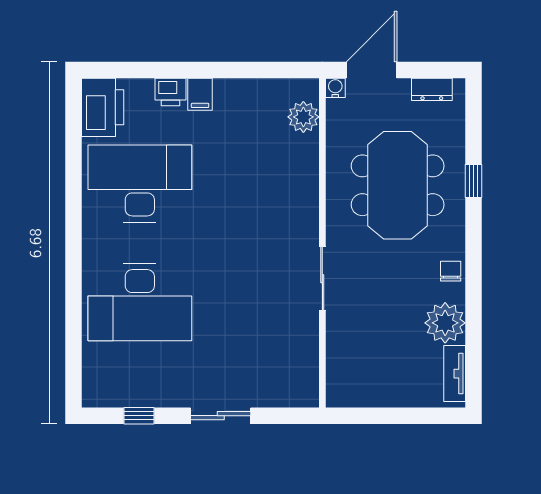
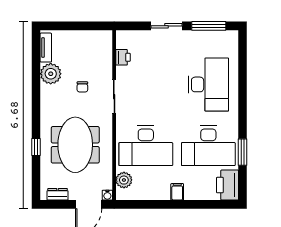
printer: (170, 92) -> (123, 57), moved, turned 90
window: (74, 171) -> (243, 152), added
desk: (261, 184) -> (146, 146), added
chair: (451, 271) -> (82, 87), moved
desk: (140, 302) -> (208, 84), turned 90
window: (139, 416) -> (209, 26), width x2.17

